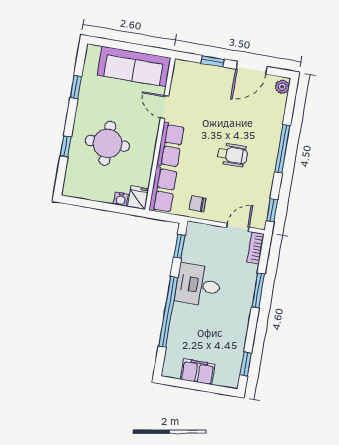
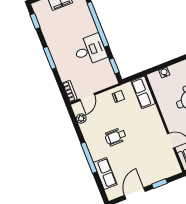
plant: (282, 87) -> (81, 119), moved
row of seats: (170, 145) -> (105, 173), moved, turned 180
fridge: (138, 198) -> (155, 79), removed
window: (272, 210) -> (73, 119), removed
window: (258, 290) -> (50, 58), moved

